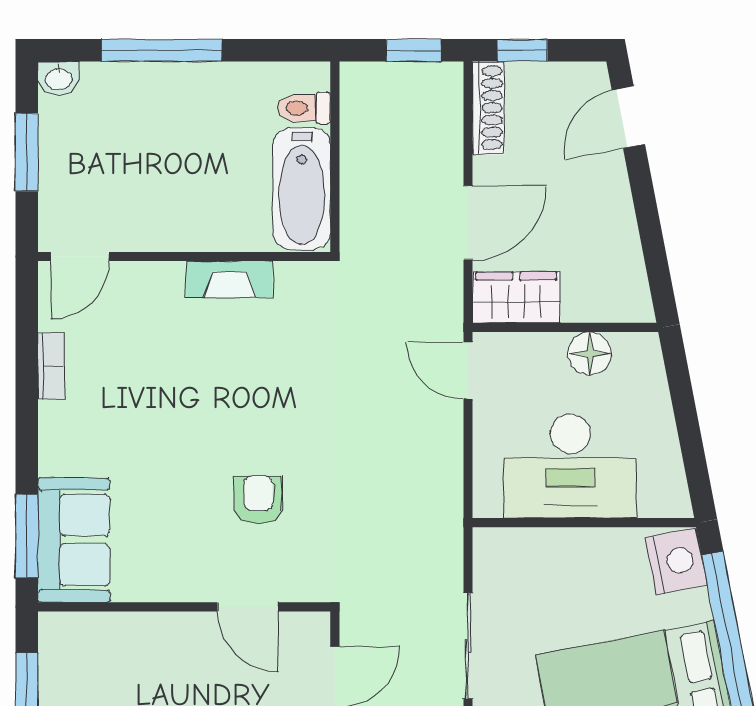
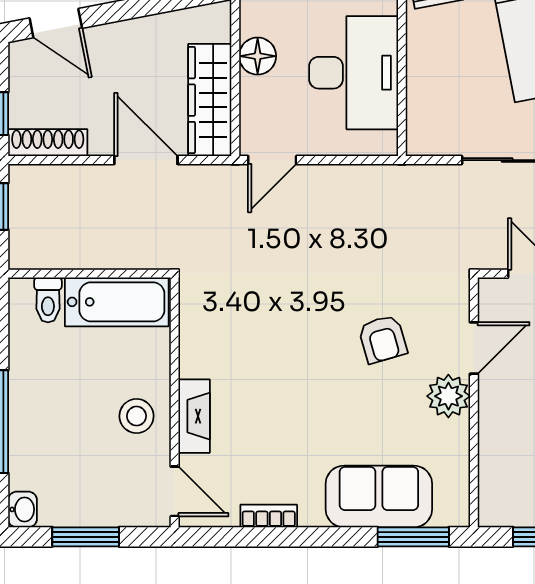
stool: (168, 212) -> (137, 416), added
fireplace: (229, 279) -> (194, 416), moved
wardrobe: (516, 298) -> (210, 100), width x1.50
armchair: (258, 500) -> (383, 339), turned -106
sofa: (74, 540) -> (379, 497), moved
plant: (192, 577) -> (448, 396), added

